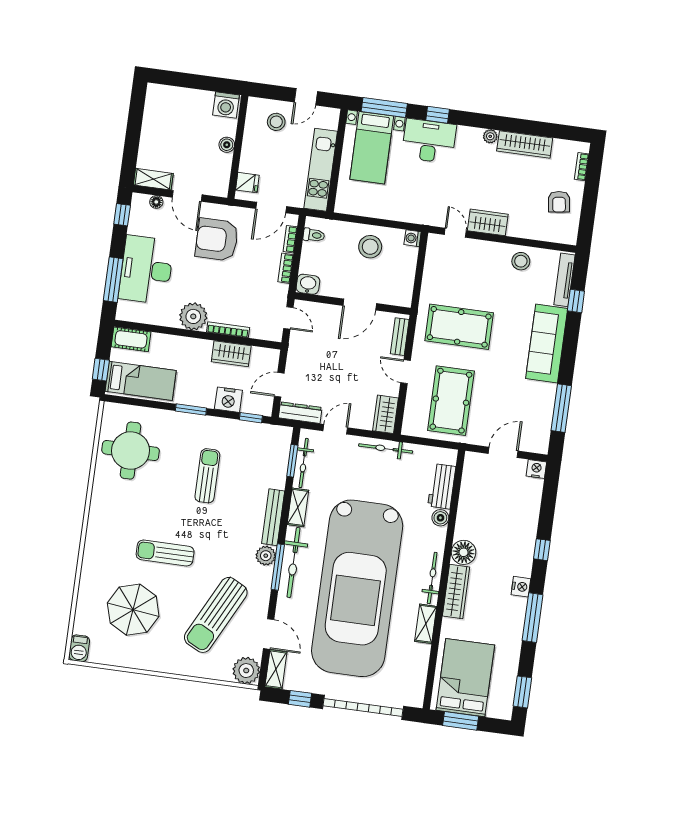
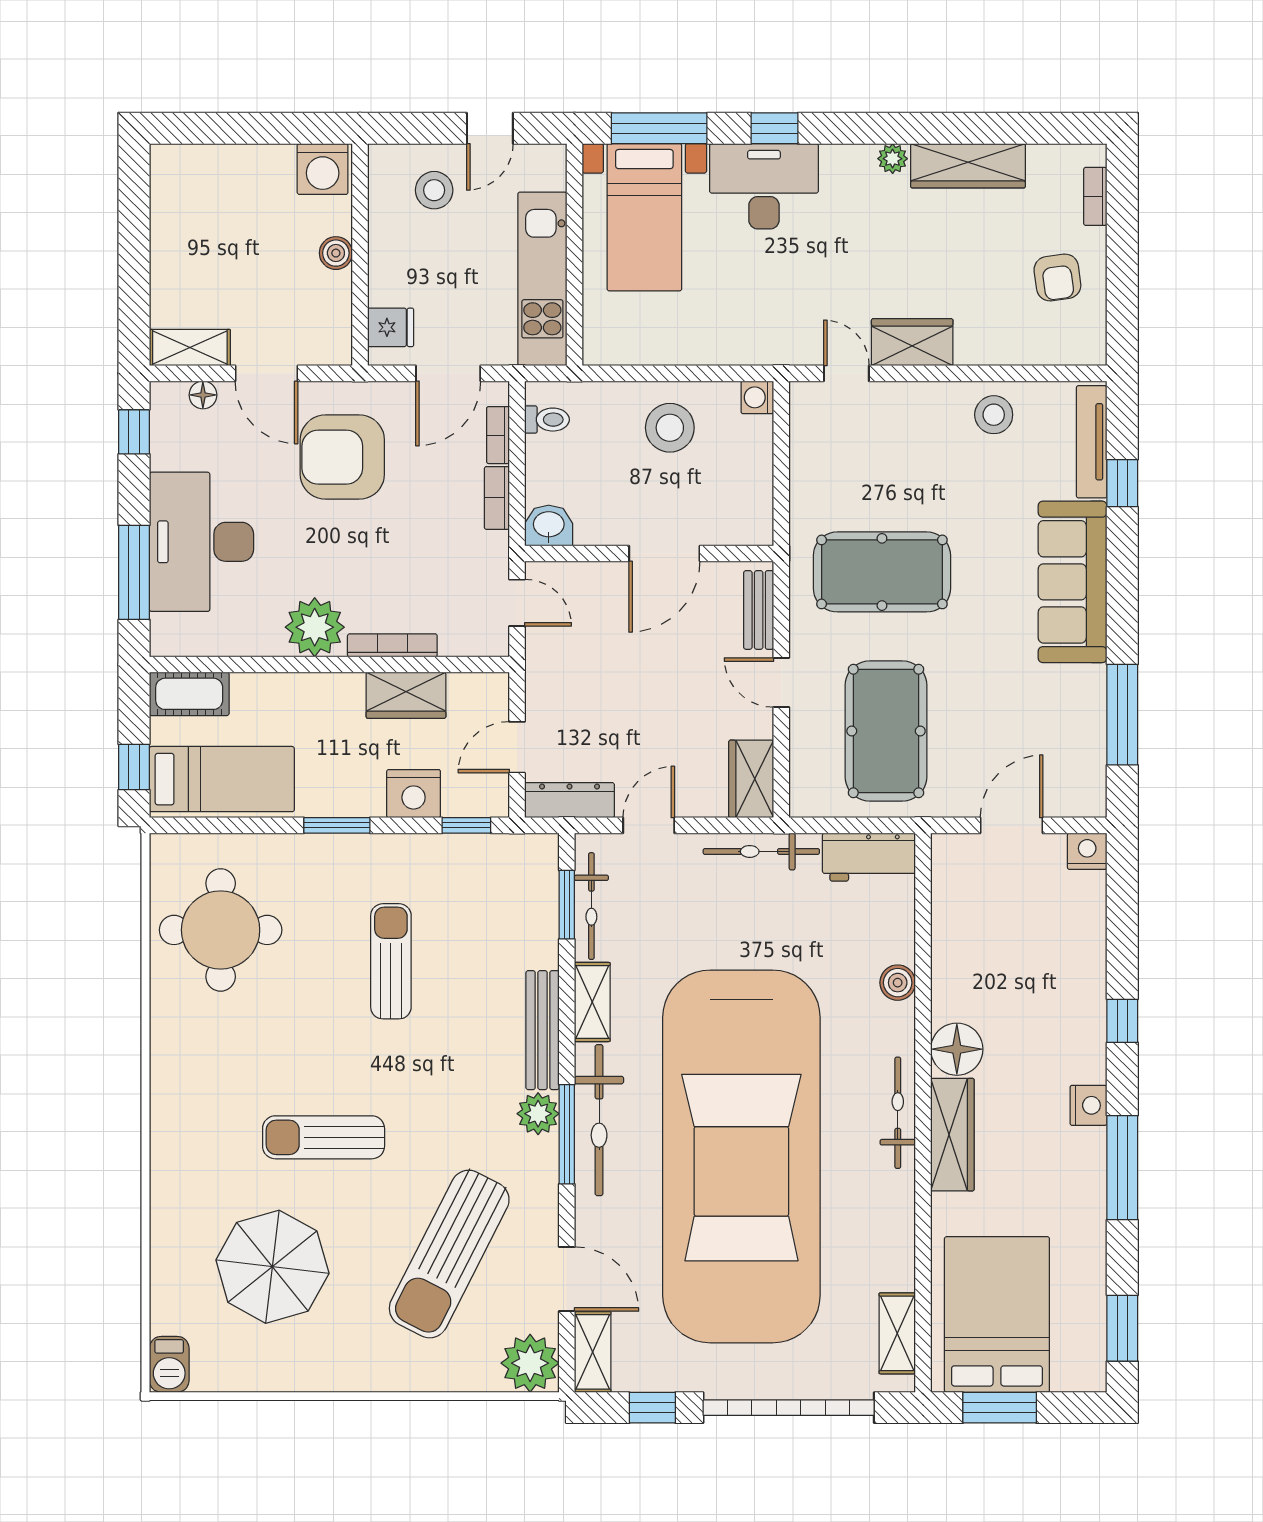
workbench: (442, 486) -> (869, 857), moved, turned -90
shelving: (426, 624) -> (897, 1333), moved

